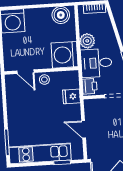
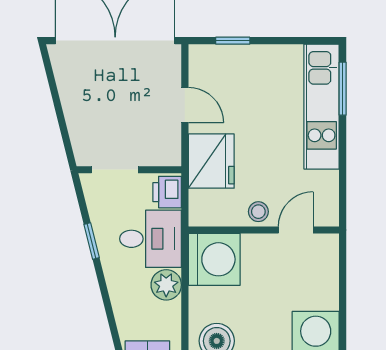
door: (26, 72) -> (296, 230), hinge flipped
fridge: (71, 96) -> (211, 161), width x1.88, depth x1.34
kitchen unit: (40, 153) -> (322, 107), moved, turned 90

